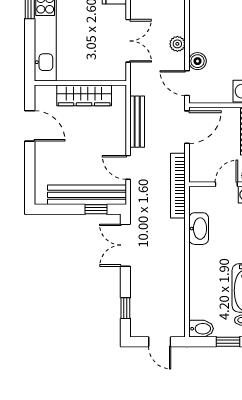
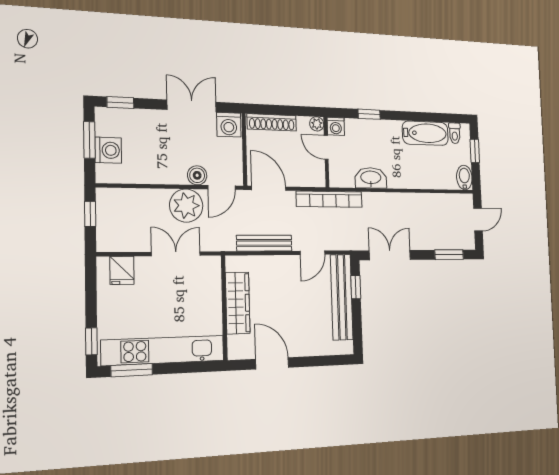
plant: (177, 44) -> (186, 206), width x1.88, depth x1.88
door: (30, 126) -> (272, 363), hinge flipped
double door: (125, 245) -> (390, 255), swing flipped
window: (125, 308) -> (449, 255), width x1.50

